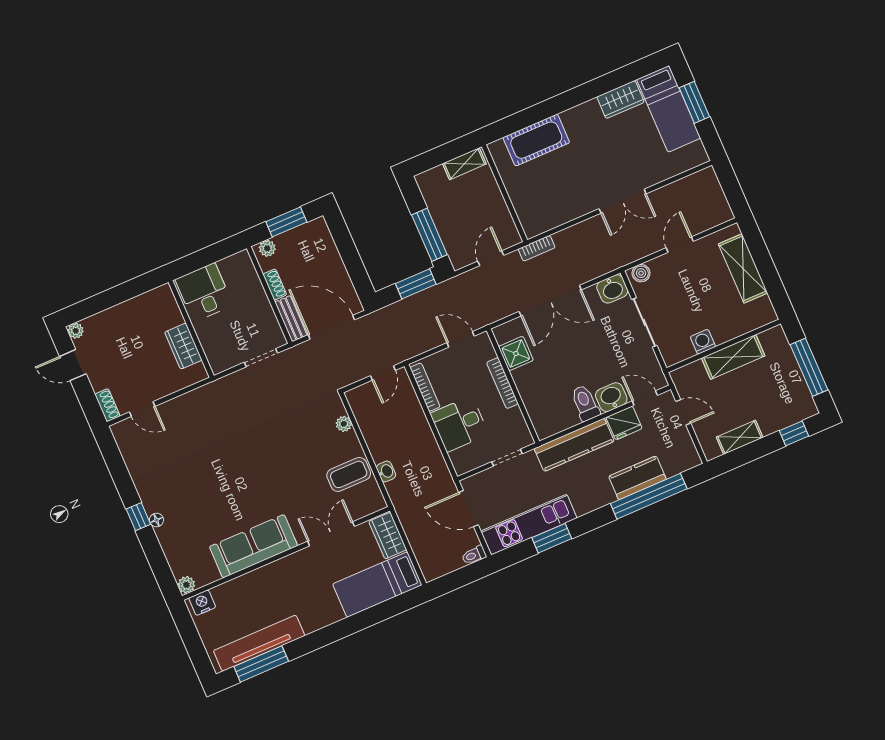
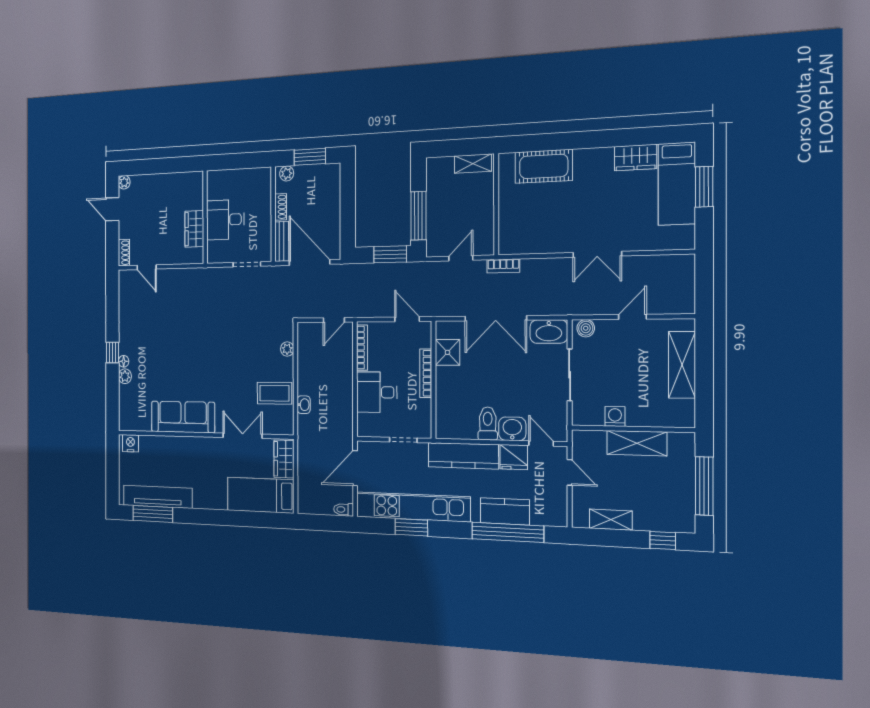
washbasin: (612, 289) -> (549, 332), width x1.38
desk: (204, 292) -> (225, 220), moved, turned -90
door: (469, 509) -> (355, 468), hinge flipped
kitchen unit: (529, 525) -> (413, 507), width x1.36
plant: (186, 585) -> (125, 376), moved

